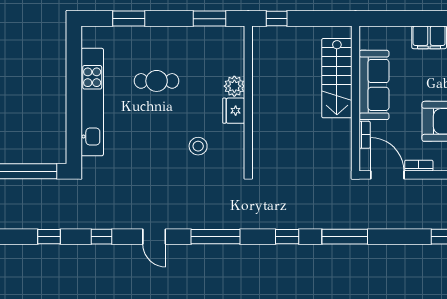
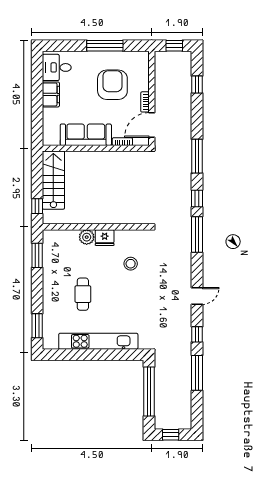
window: (129, 19) -> (37, 326), moved
stairs: (337, 78) -> (53, 180), moved, turned -90
window: (49, 237) -> (197, 373), width x2.17
window: (216, 237) -> (197, 235), moved

